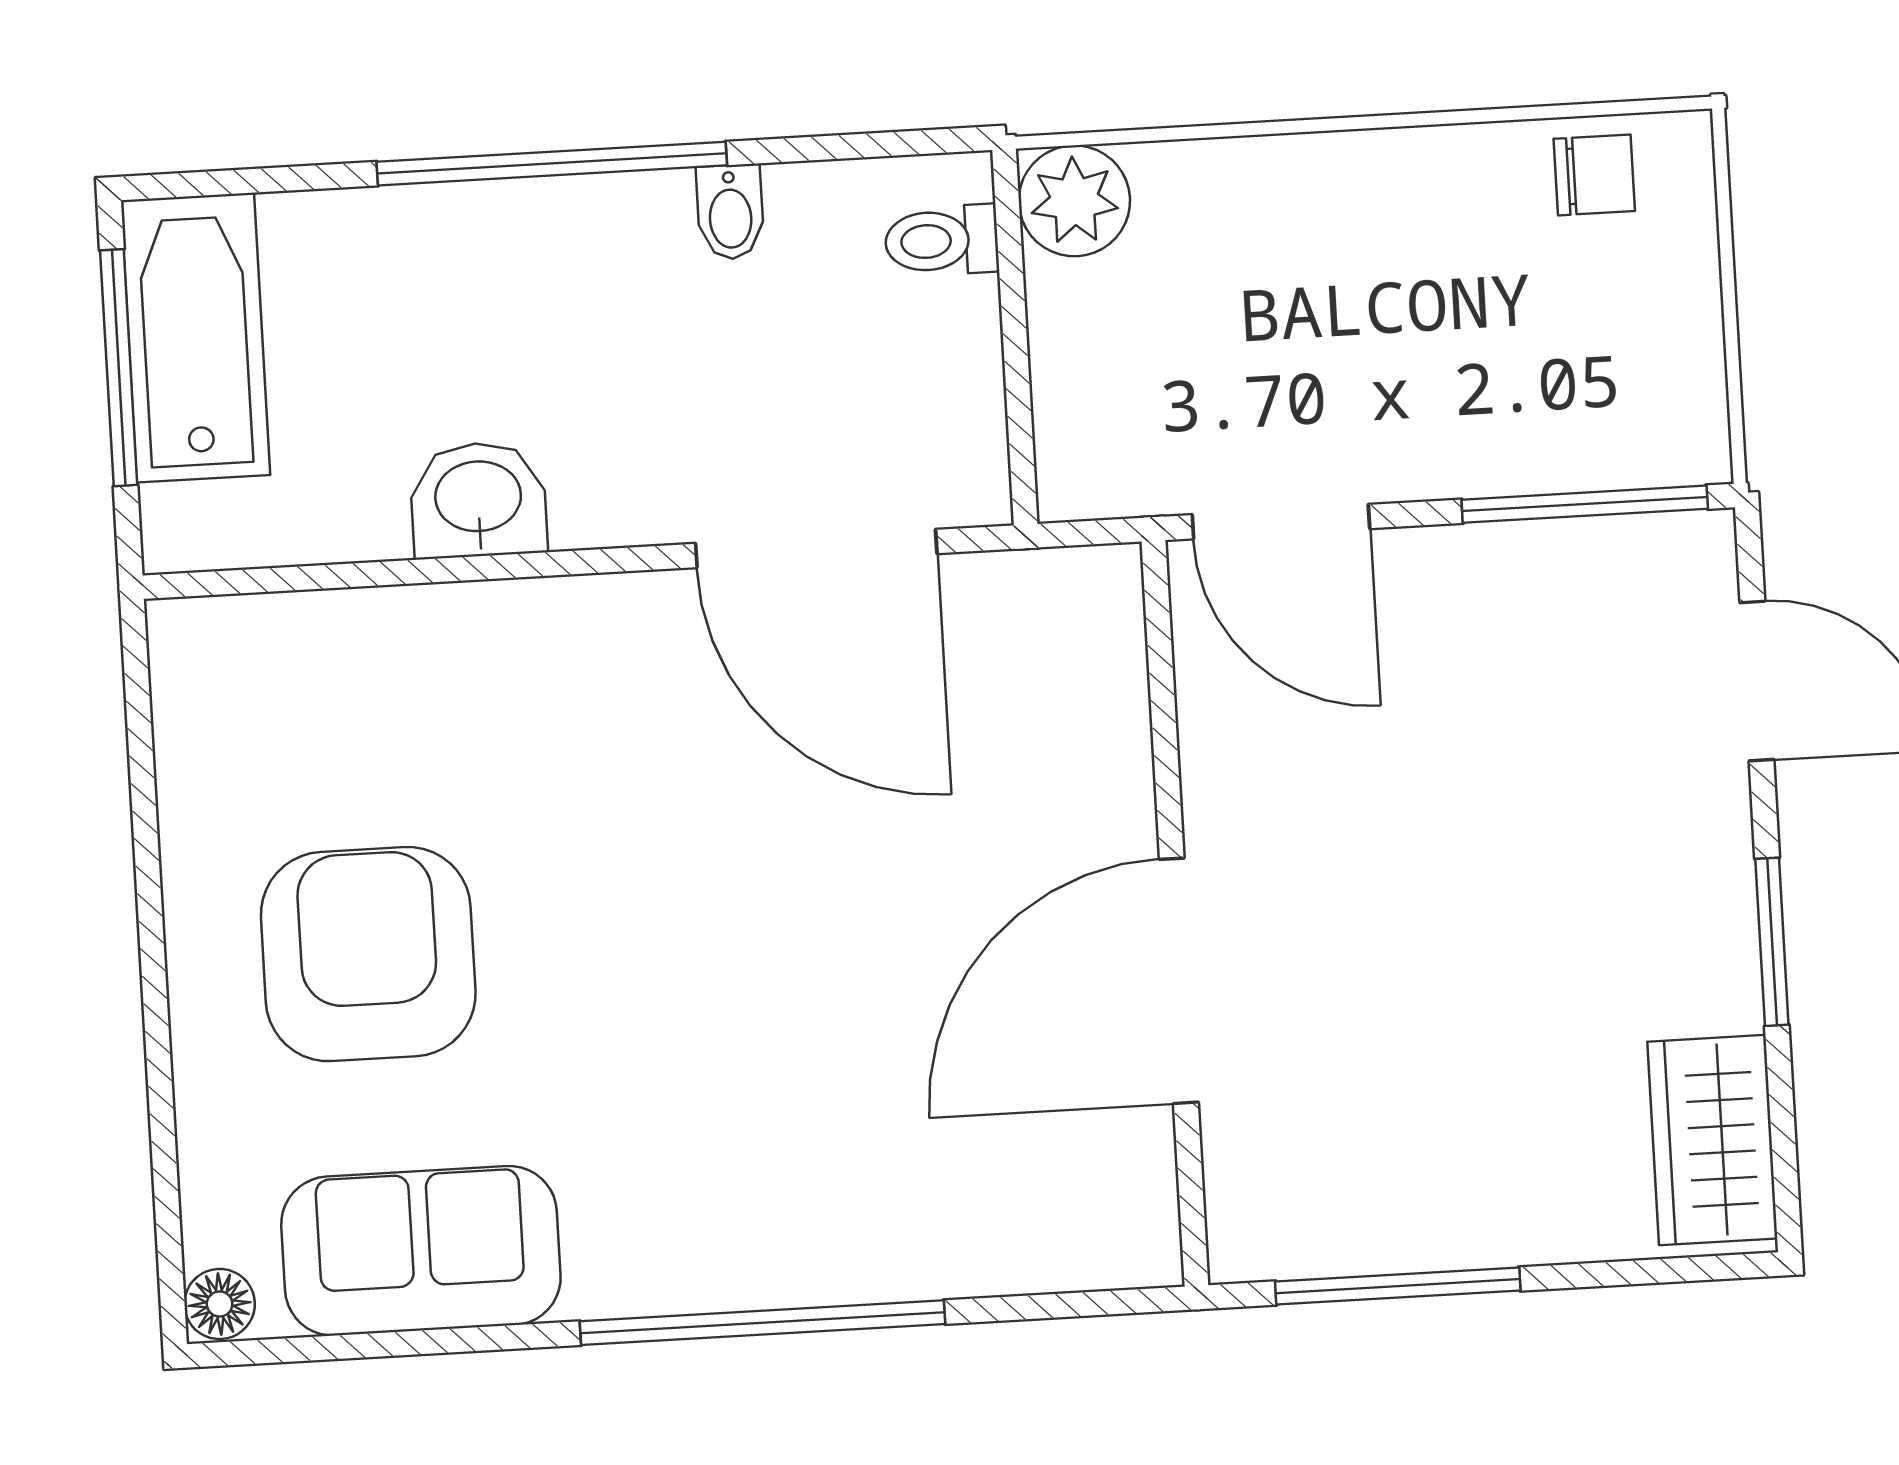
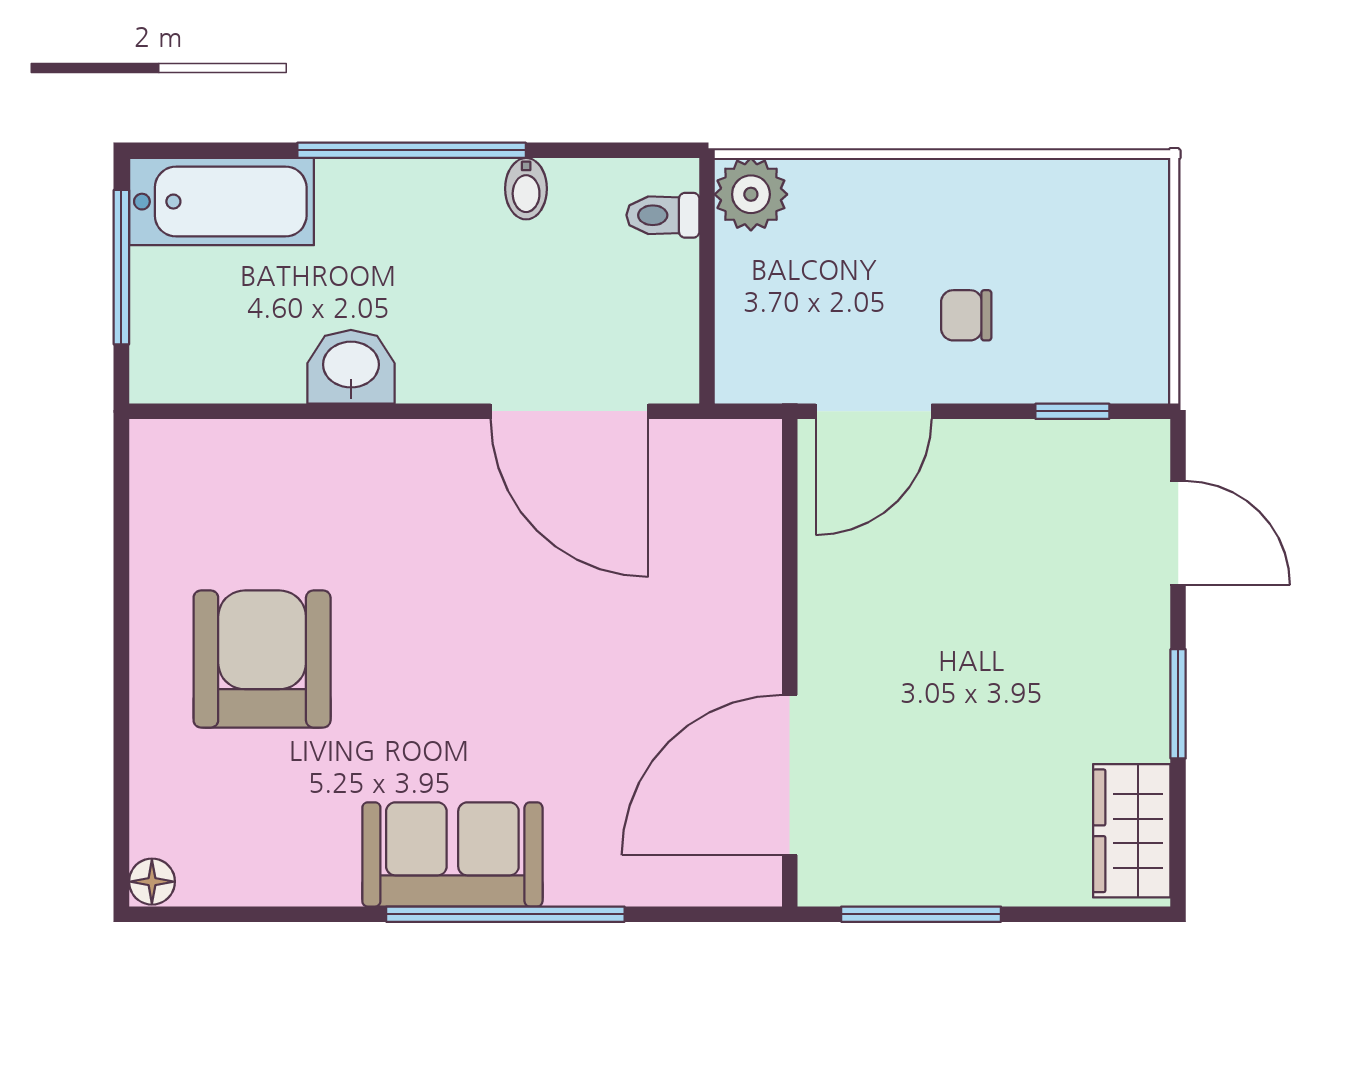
chair: (1594, 175) -> (966, 315), moved, turned 180
bathtub: (195, 338) -> (221, 202), moved, turned 90
window: (1585, 504) -> (1072, 411), width x0.46
door: (1281, 522) -> (874, 411), hinge flipped
door: (1179, 981) -> (790, 775), moved
sofa: (421, 1251) -> (452, 854), moved

